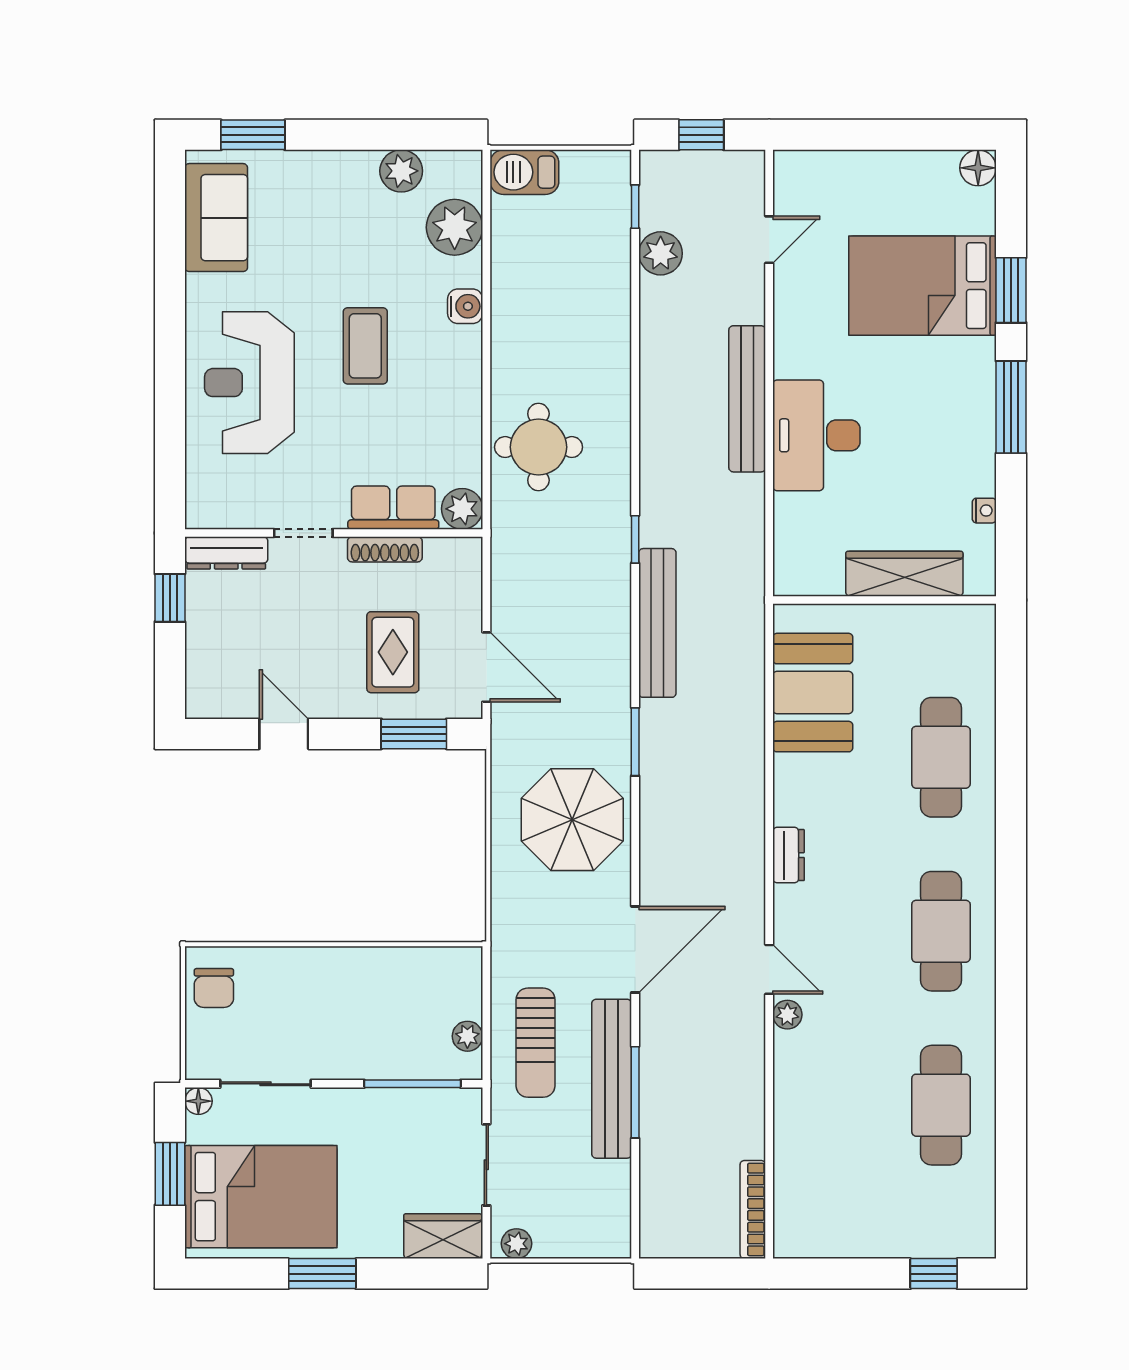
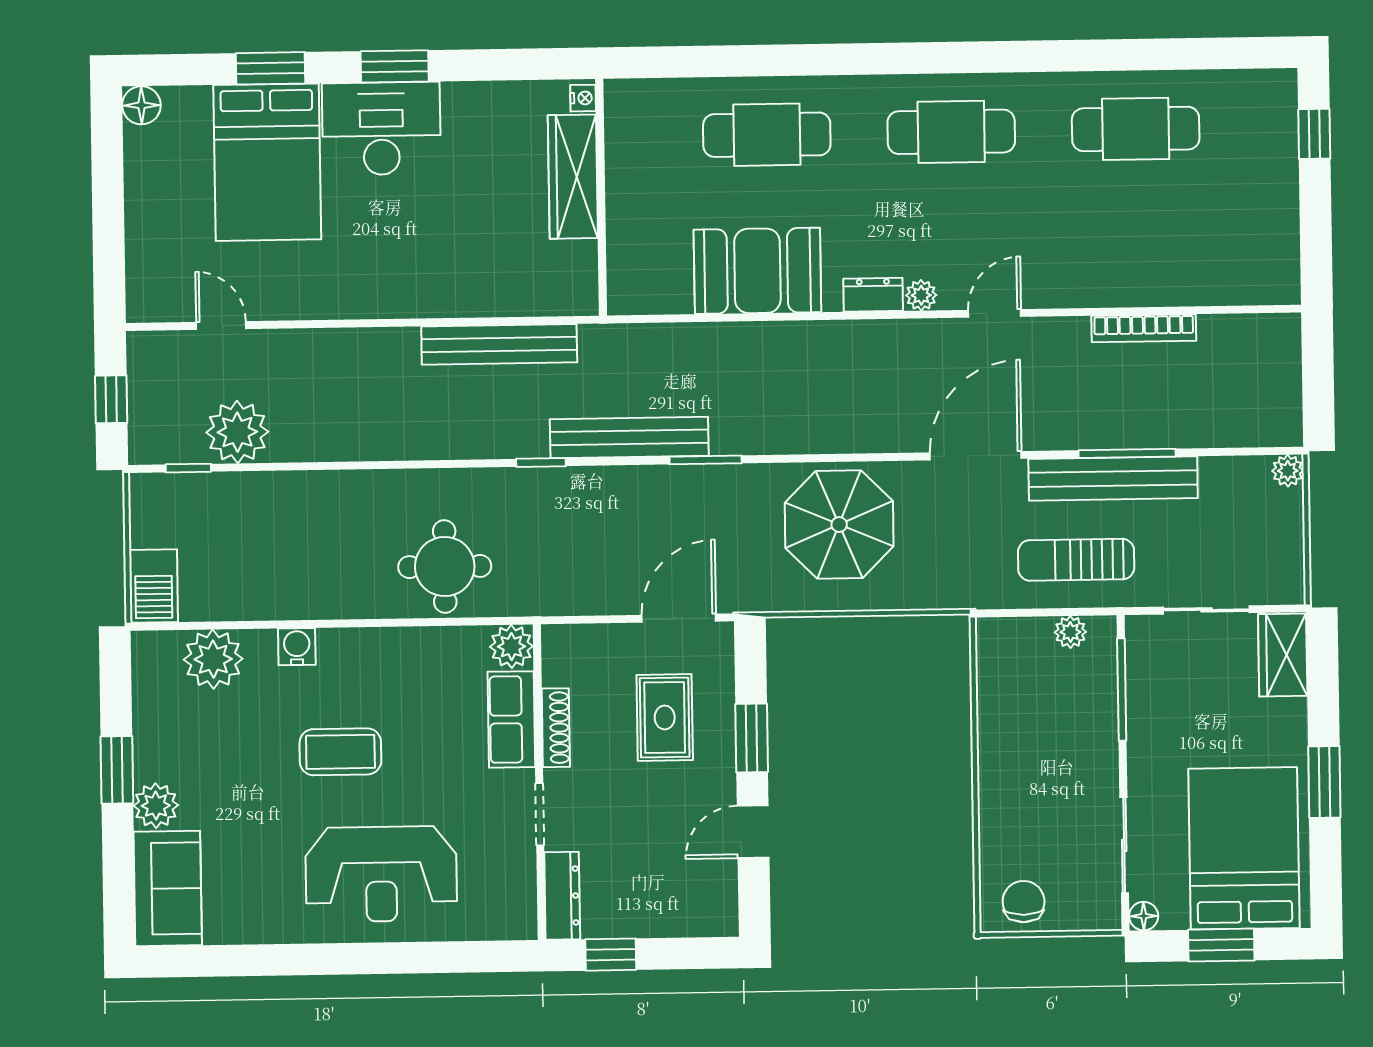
window: (253, 135) -> (117, 770), moved
plant: (401, 171) -> (156, 806), moved
sofa: (216, 218) -> (168, 888), moved, turned 90
plant: (661, 253) -> (237, 432), width x1.36, depth x1.36
bench: (747, 399) -> (499, 344), moved
window: (1011, 407) -> (395, 66), width x0.69
desk: (816, 435) -> (381, 129), moved, turned 180
nightstand: (984, 511) -> (583, 98), moved, turned 90
rug: (393, 652) -> (665, 717), turned 90
booth: (813, 693) -> (757, 271), moved
window: (414, 734) -> (752, 738), moved
window: (635, 742) -> (706, 460), moved
door: (635, 949) -> (976, 456), hinge flipped
chair: (214, 988) -> (1024, 902), turned -90
plant: (787, 1015) -> (921, 295), moved
sun lounger: (536, 1043) -> (1076, 560), turned 180
bookcase: (753, 1209) -> (1144, 328), moved
plant: (516, 1244) -> (1288, 471), moved

